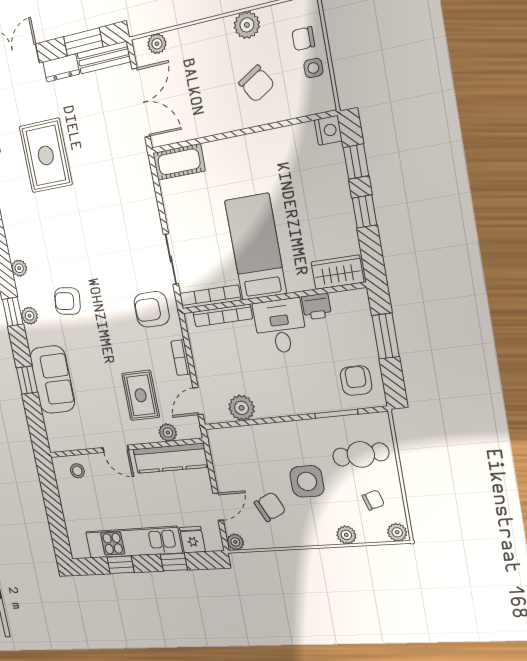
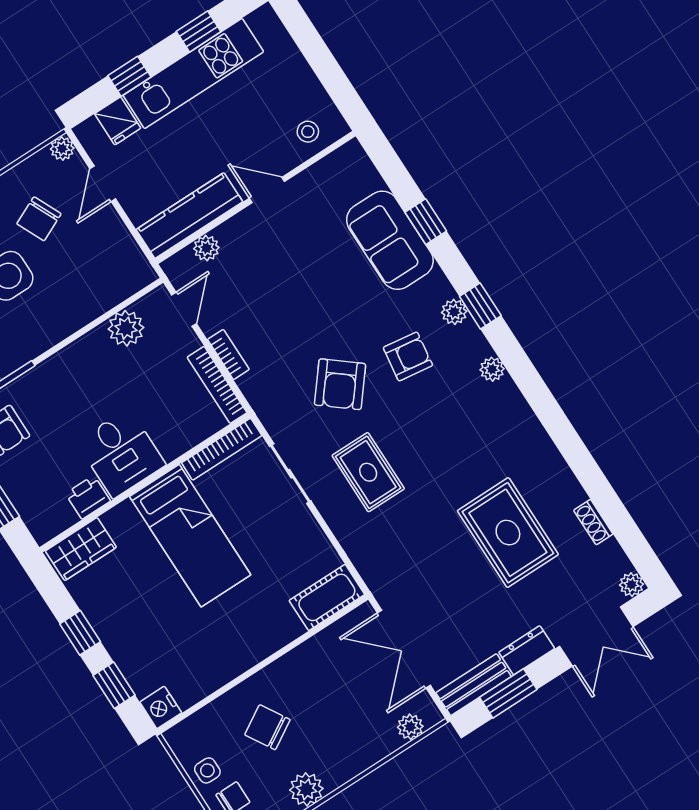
armchair: (152, 309) -> (340, 384), moved, turned 129
bookcase: (223, 315) -> (217, 385), moved, turned -90
rug: (141, 395) -> (368, 472), moved

